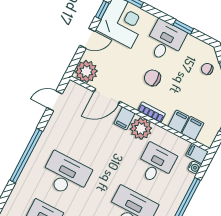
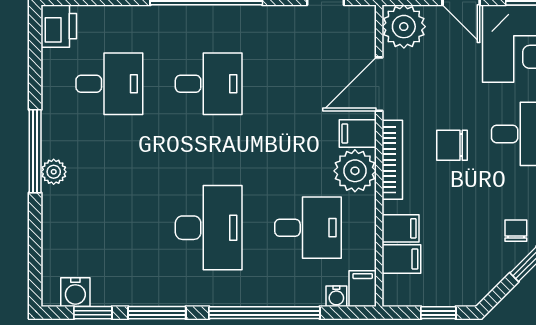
chair: (153, 78) -> (452, 145), turned -90
door: (107, 97) -> (379, 84), hinge flipped
bookcase: (151, 112) -> (392, 160), width x1.56
desk: (66, 175) -> (209, 84), width x0.73

